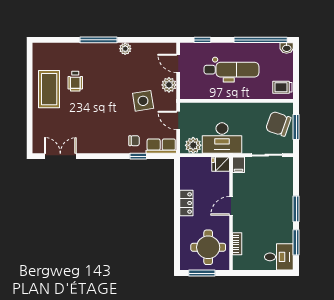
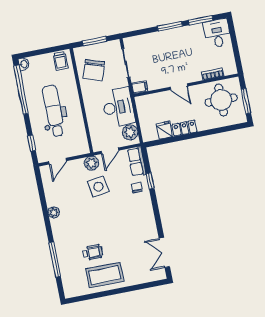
window: (99, 40) -> (55, 260), moved
plant: (169, 85) -> (91, 163), moved
chair: (278, 124) -> (94, 70), moved
fridge: (221, 164) -> (164, 130), moved, turned 180

